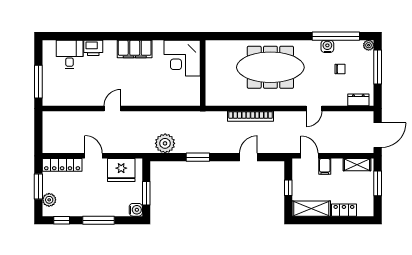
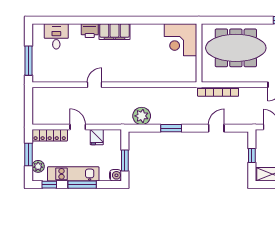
printer: (93, 48) -> (90, 31), moved
corner desk: (182, 58) -> (180, 40), moved
wall: (203, 73) -> (199, 53), moved
fridge: (121, 170) -> (97, 137), width x0.53, depth x0.75
kitchen unit: (89, 208) -> (73, 174), added

